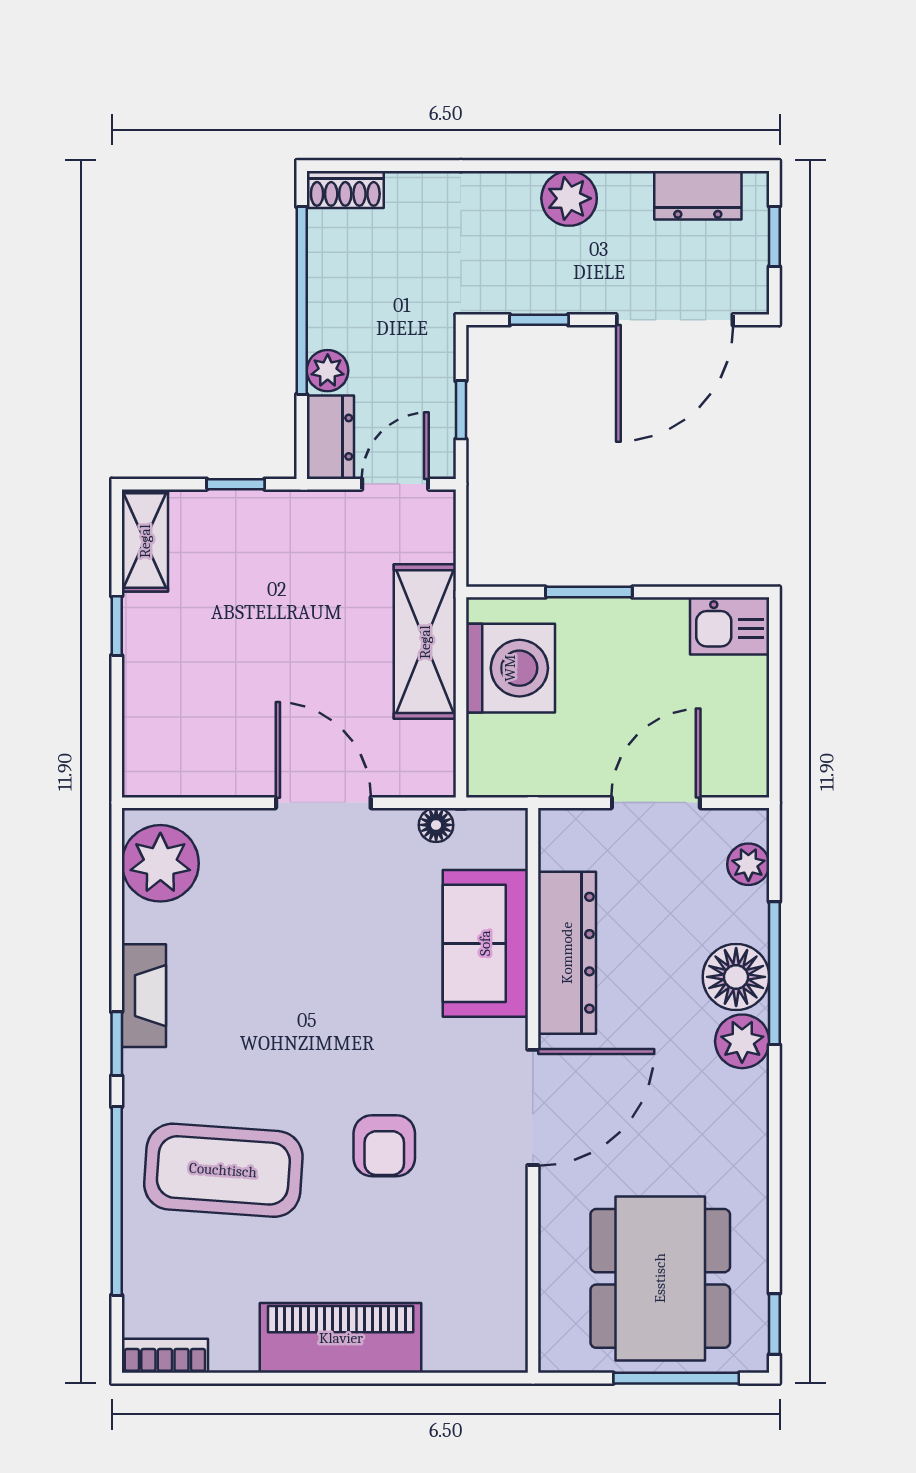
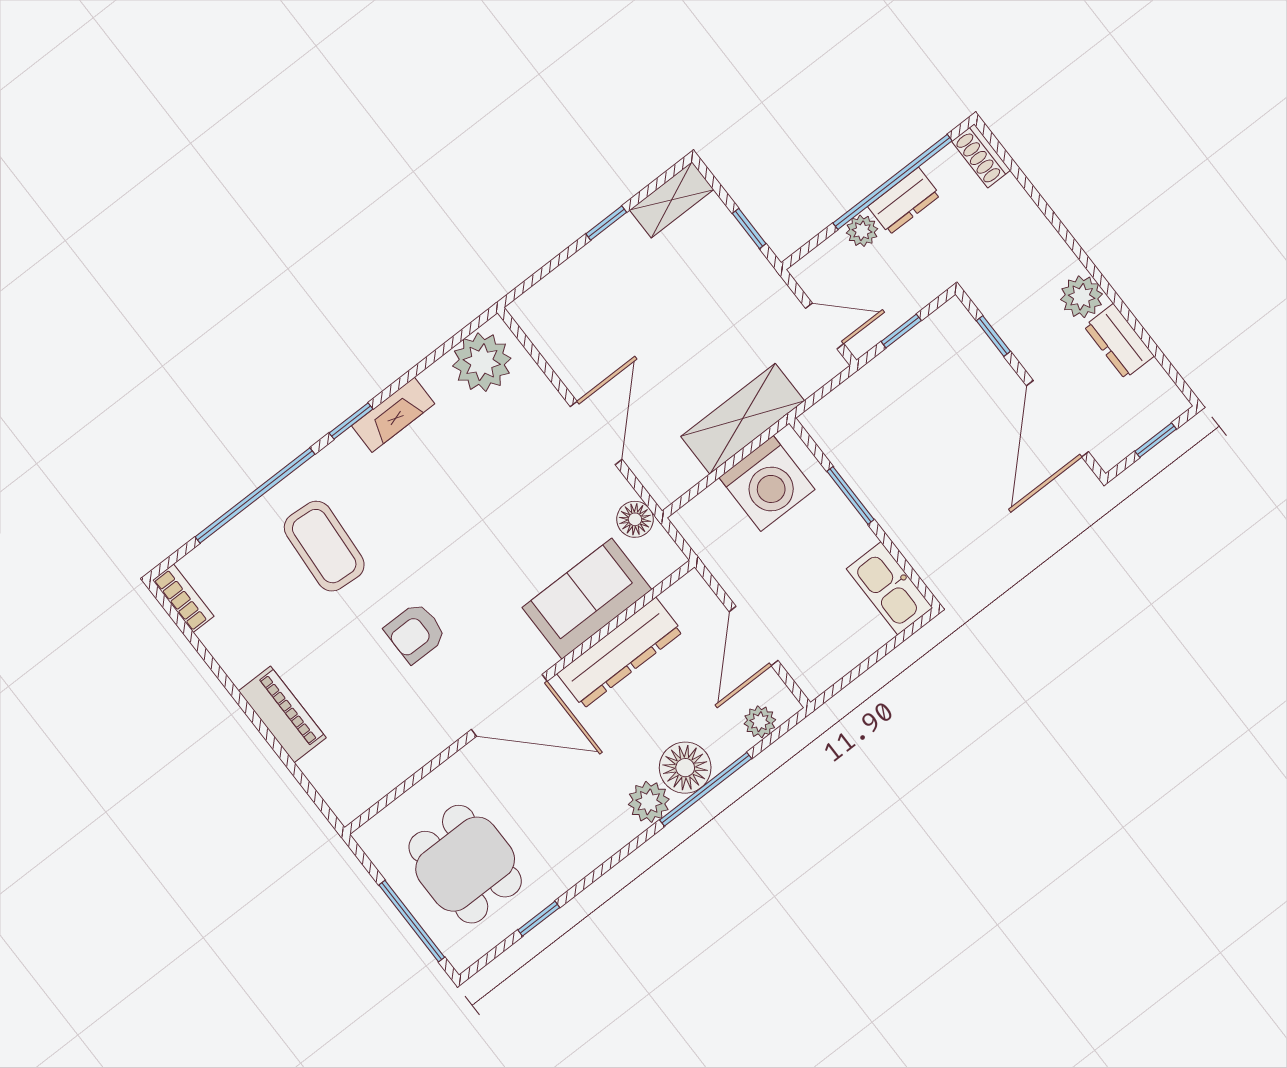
dresser: (698, 195) -> (1119, 341), moved
door: (675, 320) -> (1057, 419), hinge flipped
dresser: (330, 437) -> (904, 201), moved
kitchen sink: (730, 626) -> (890, 588), width x1.38
door: (656, 803) -> (754, 636), swing flipped
floor lamp: (436, 825) -> (635, 519), width x1.37, depth x1.37
coffee table: (223, 1170) -> (324, 546), width x0.73, depth x0.76
dining table: (660, 1278) -> (465, 864), width x0.73
window: (774, 1324) -> (539, 919), moved
piano: (341, 1338) -> (282, 714), width x0.73, depth x0.75

